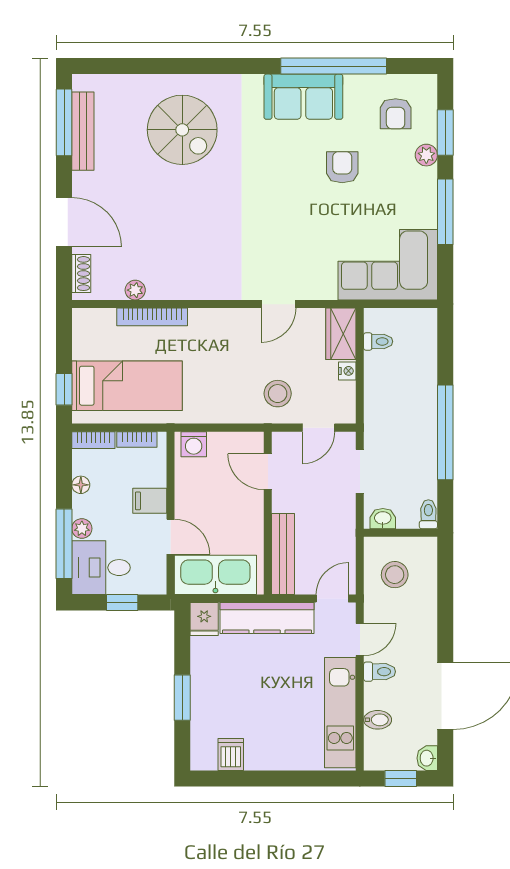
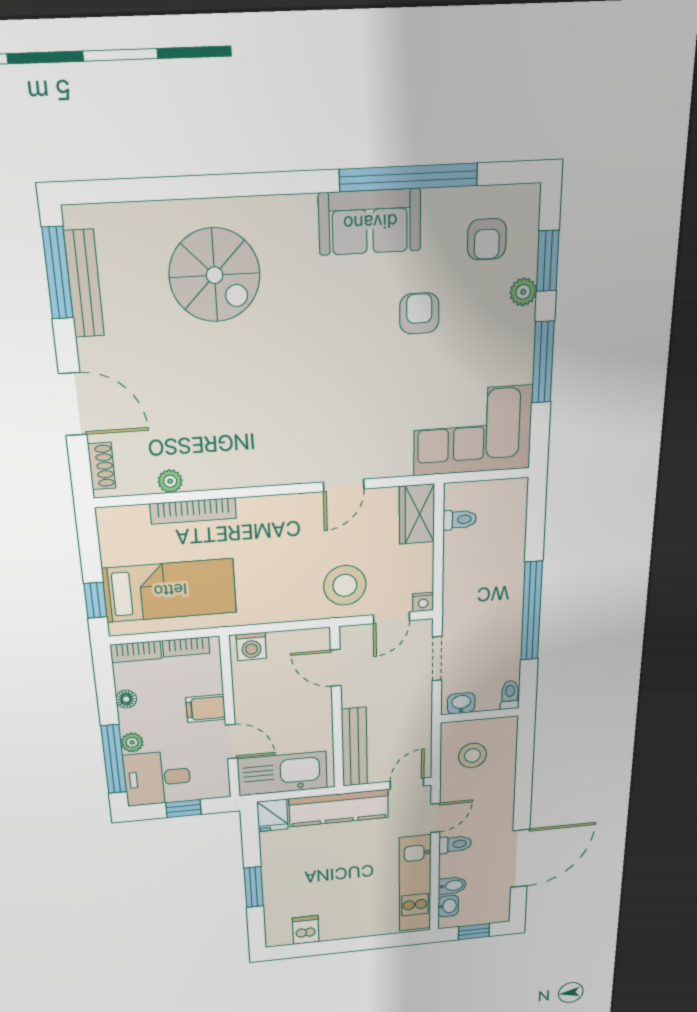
nightstand: (347, 371) -> (423, 602), moved, turned 90
stool: (278, 394) -> (345, 585), width x1.38, depth x1.38
washbasin: (427, 758) -> (448, 906), moved, turned 180

